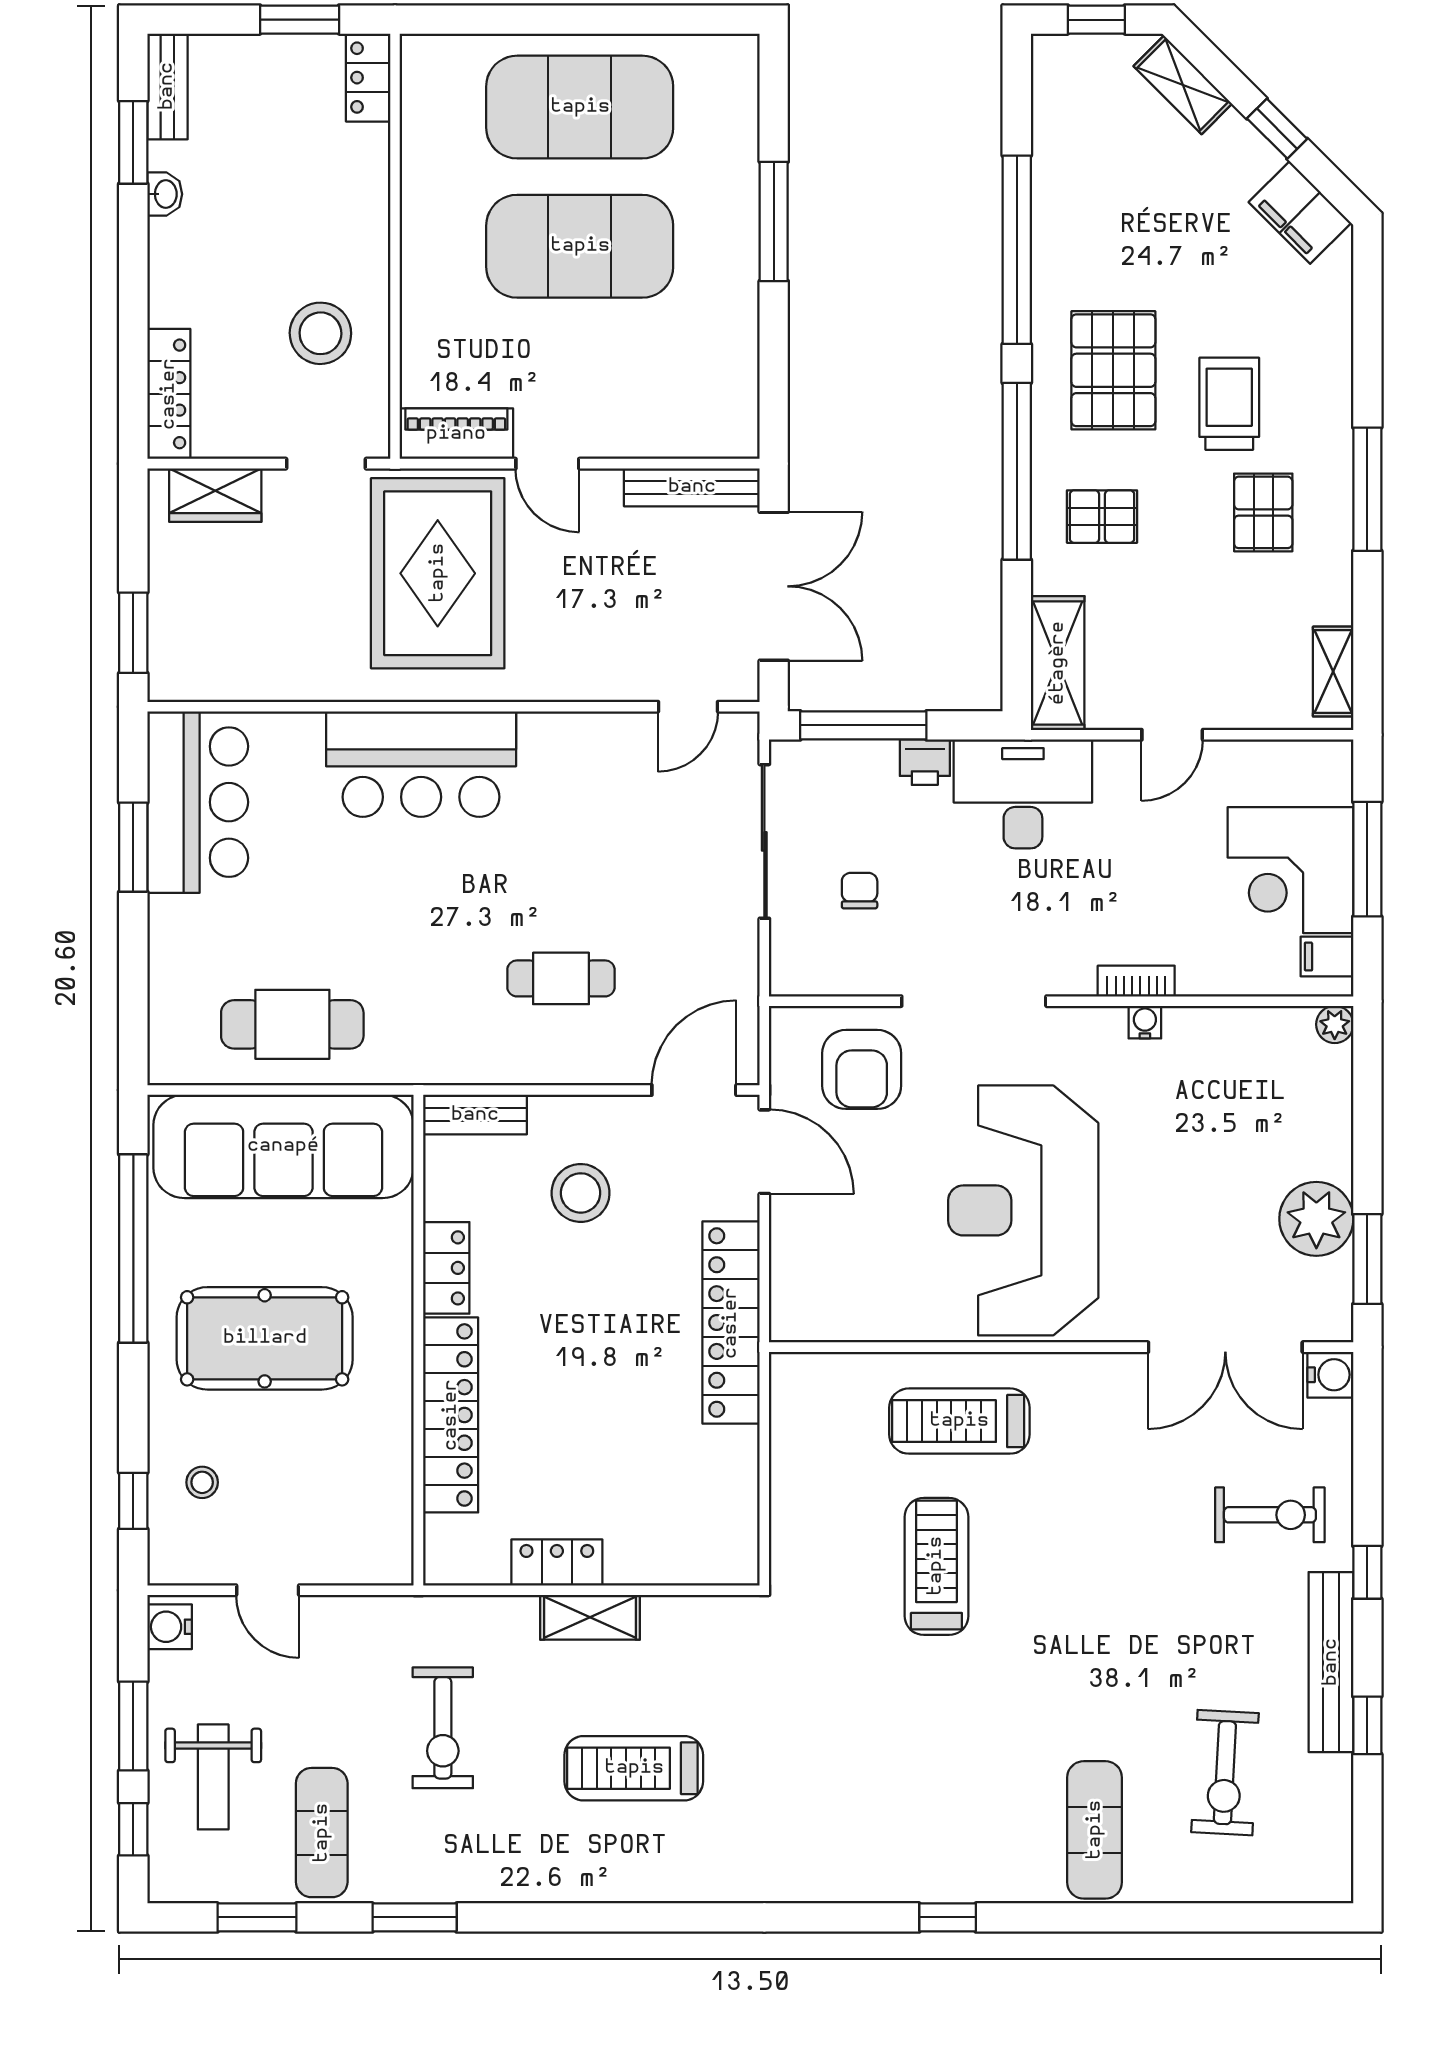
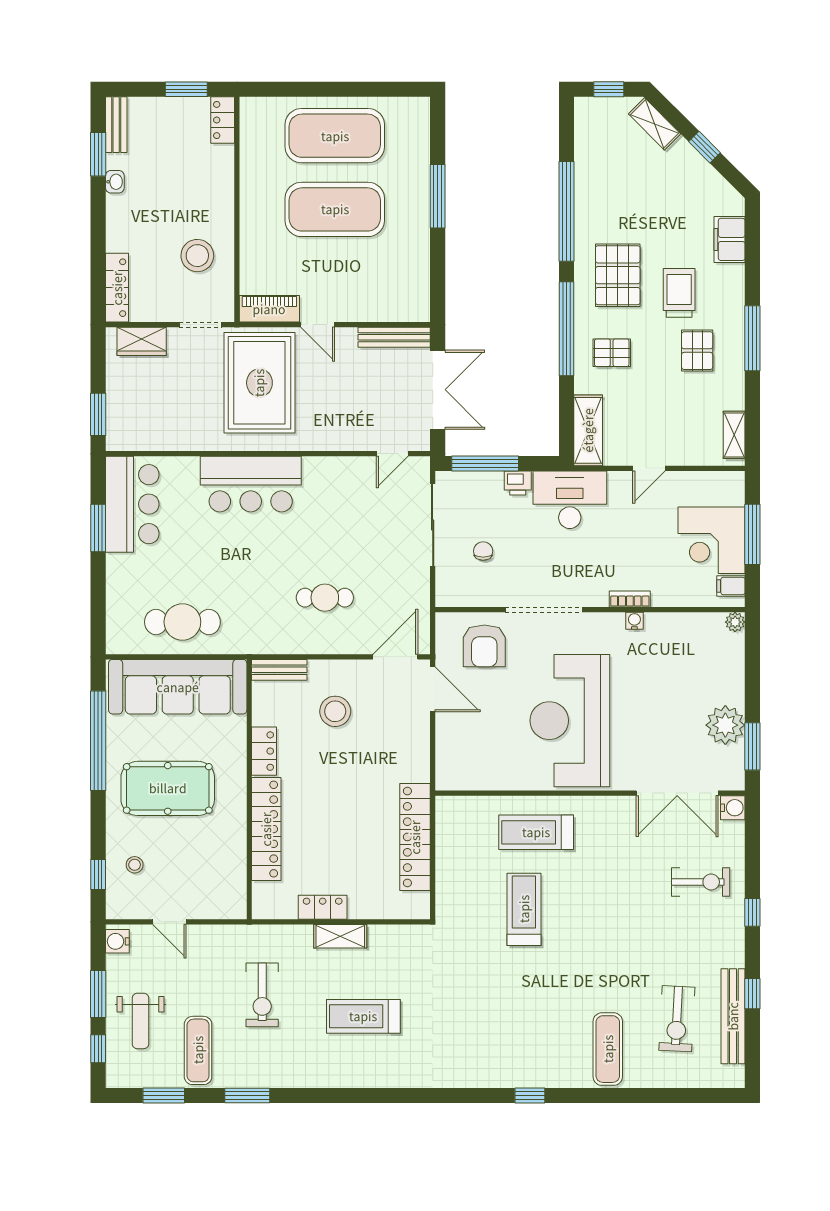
filing cabinet: (1300, 212) -> (729, 239), moved, turned 45
locker: (731, 1323) -> (415, 837), moved
bench: (1331, 1662) -> (733, 1016), moved

